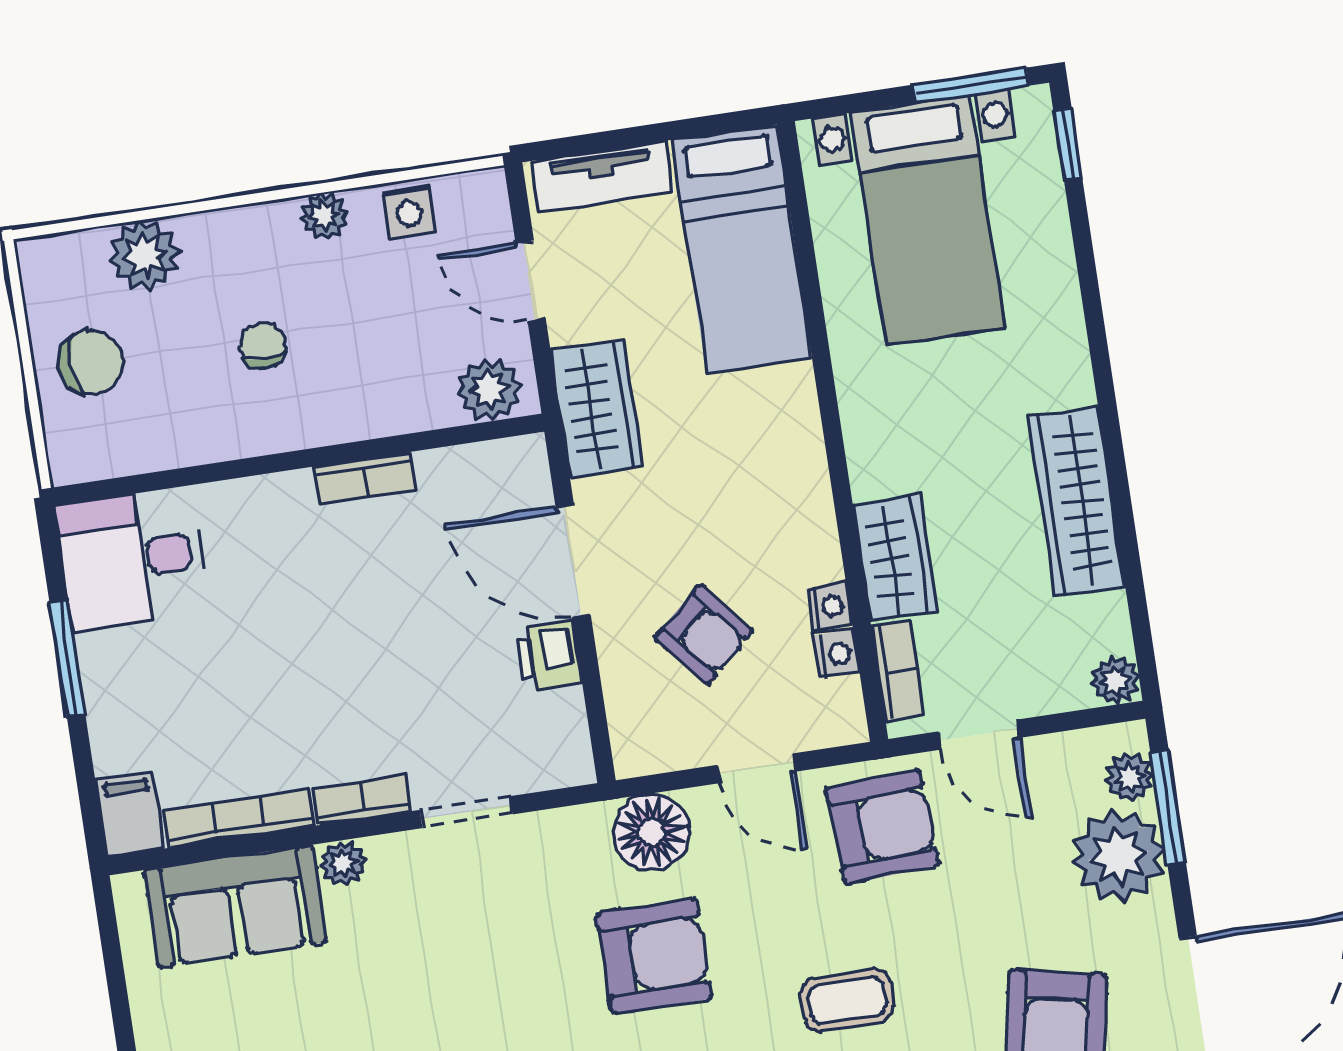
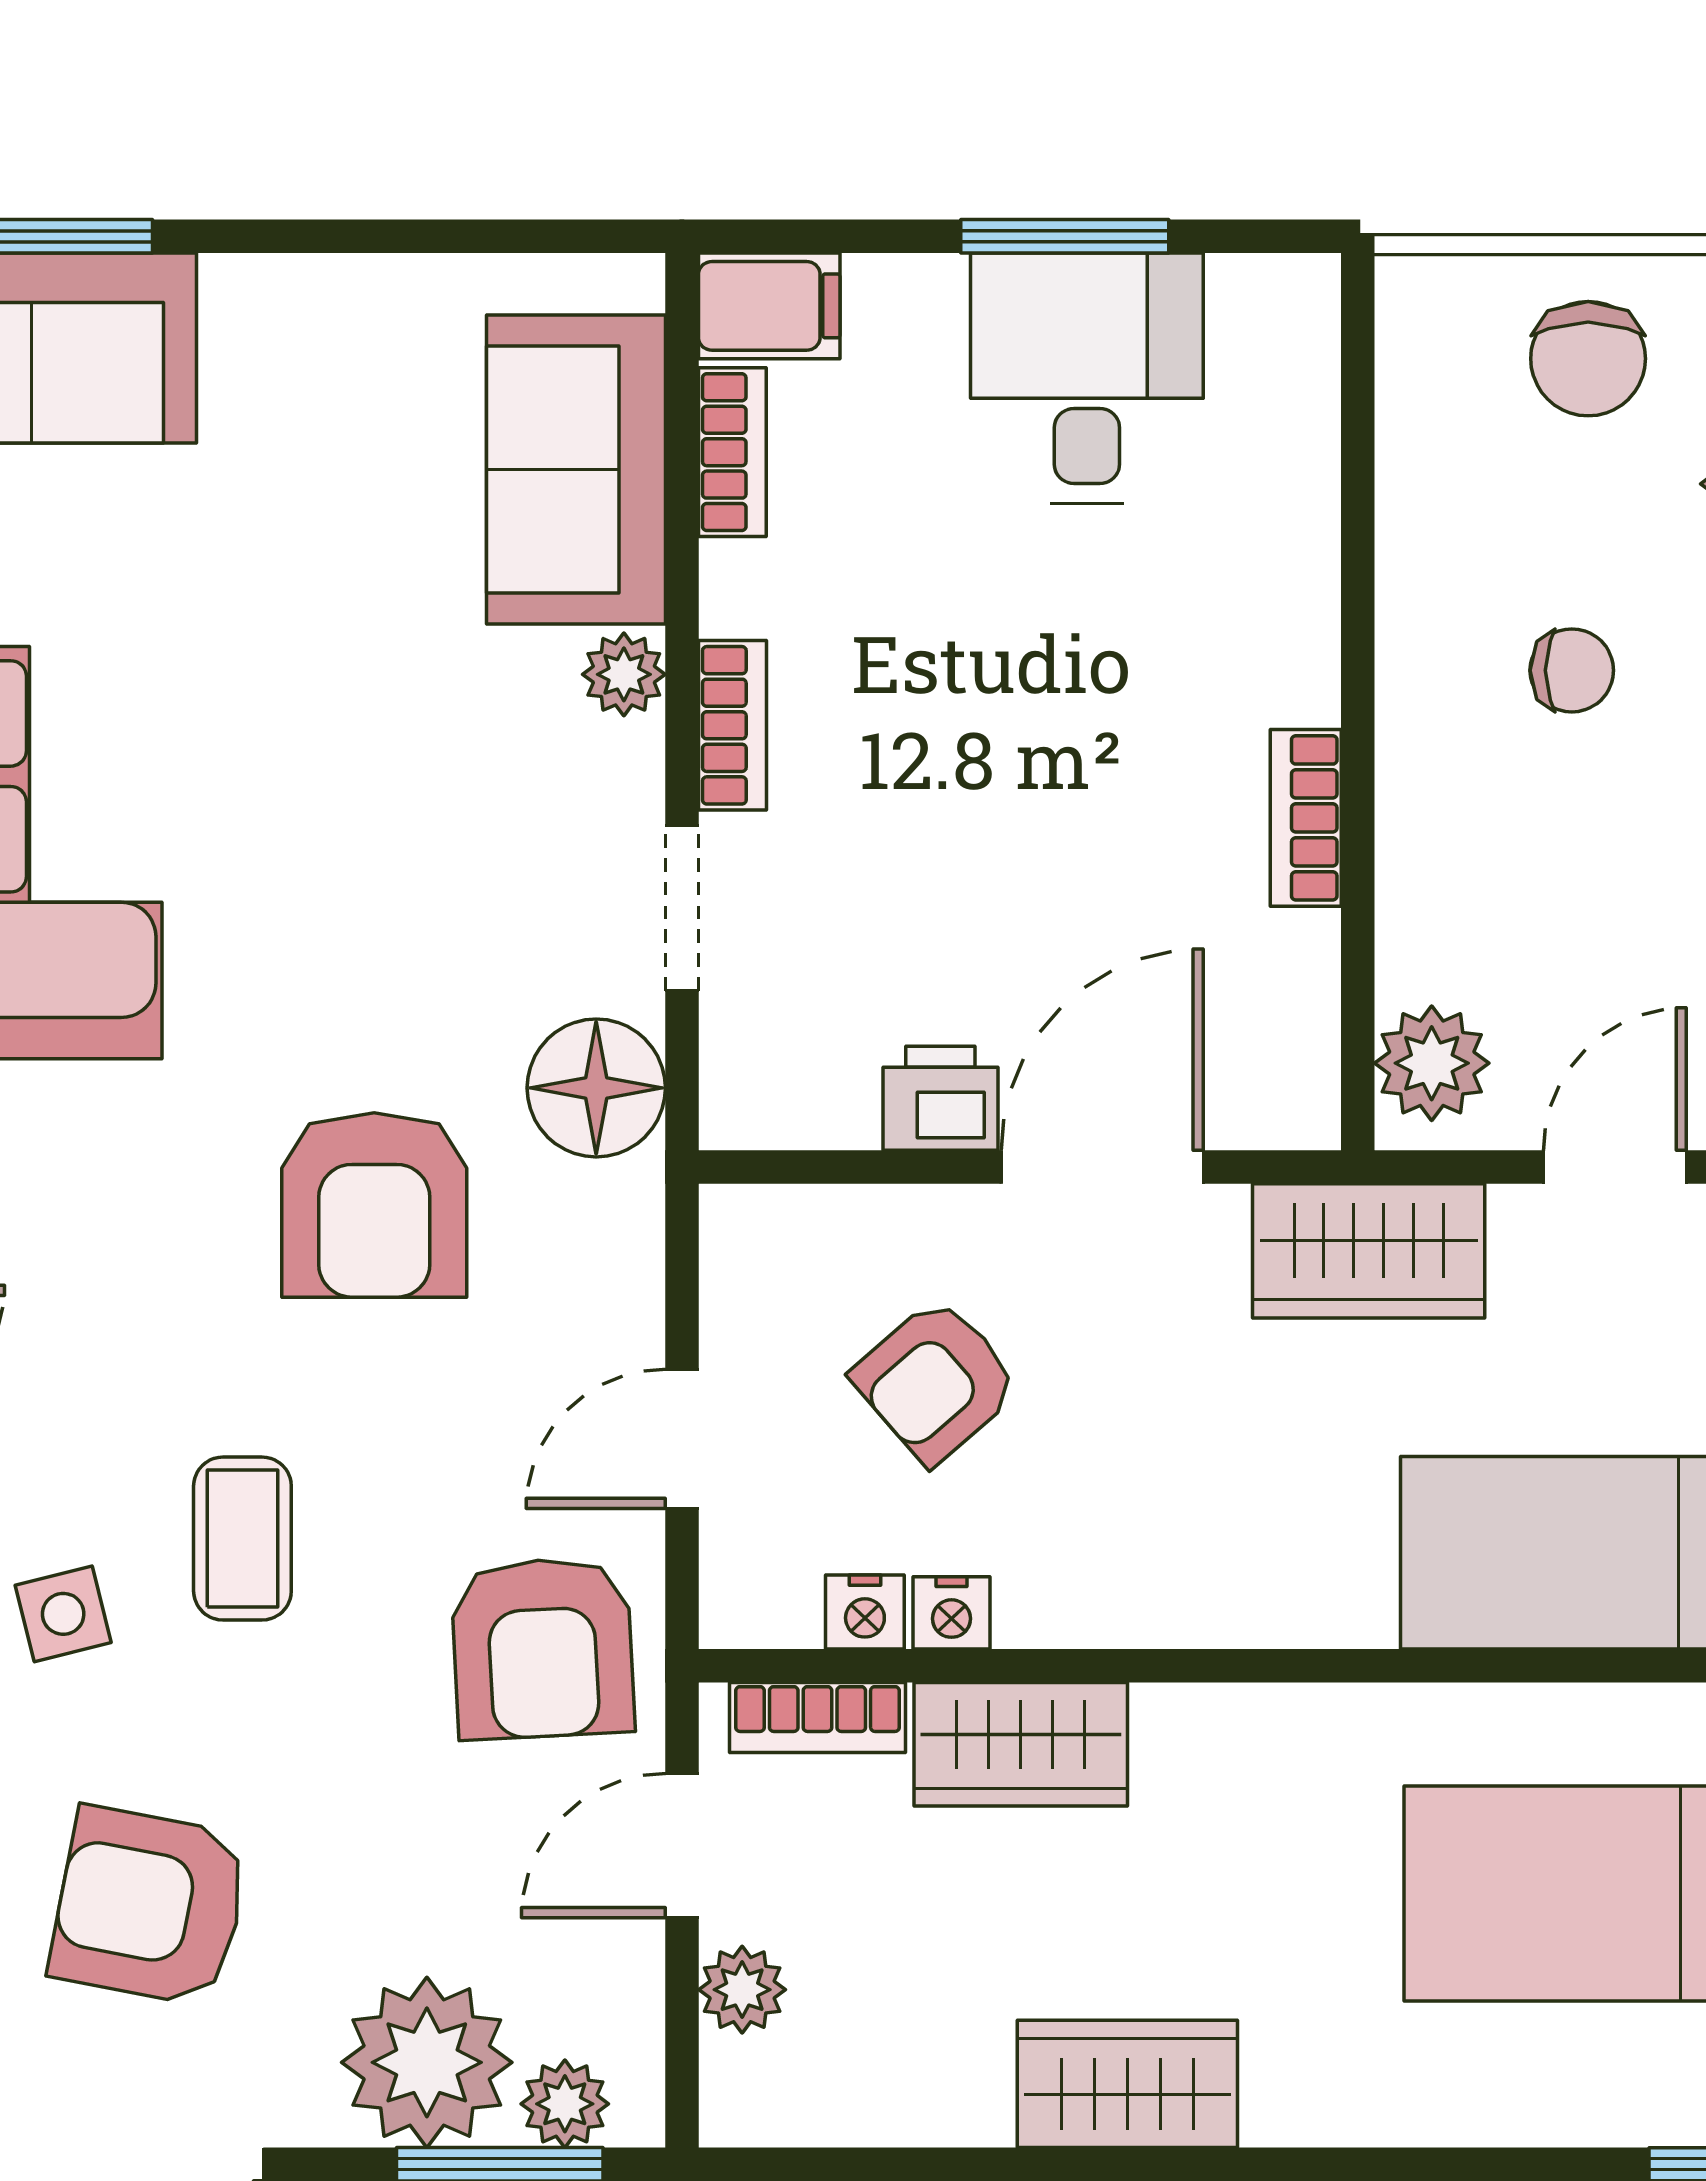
wardrobe: (1077, 501) -> (1127, 2084), width x0.67
desk: (132, 559) -> (1087, 378), moved
plant: (1115, 680) -> (742, 1990), moved
bookcase: (239, 818) -> (732, 452), width x0.64
floor lamp: (651, 832) -> (596, 1088), moved

